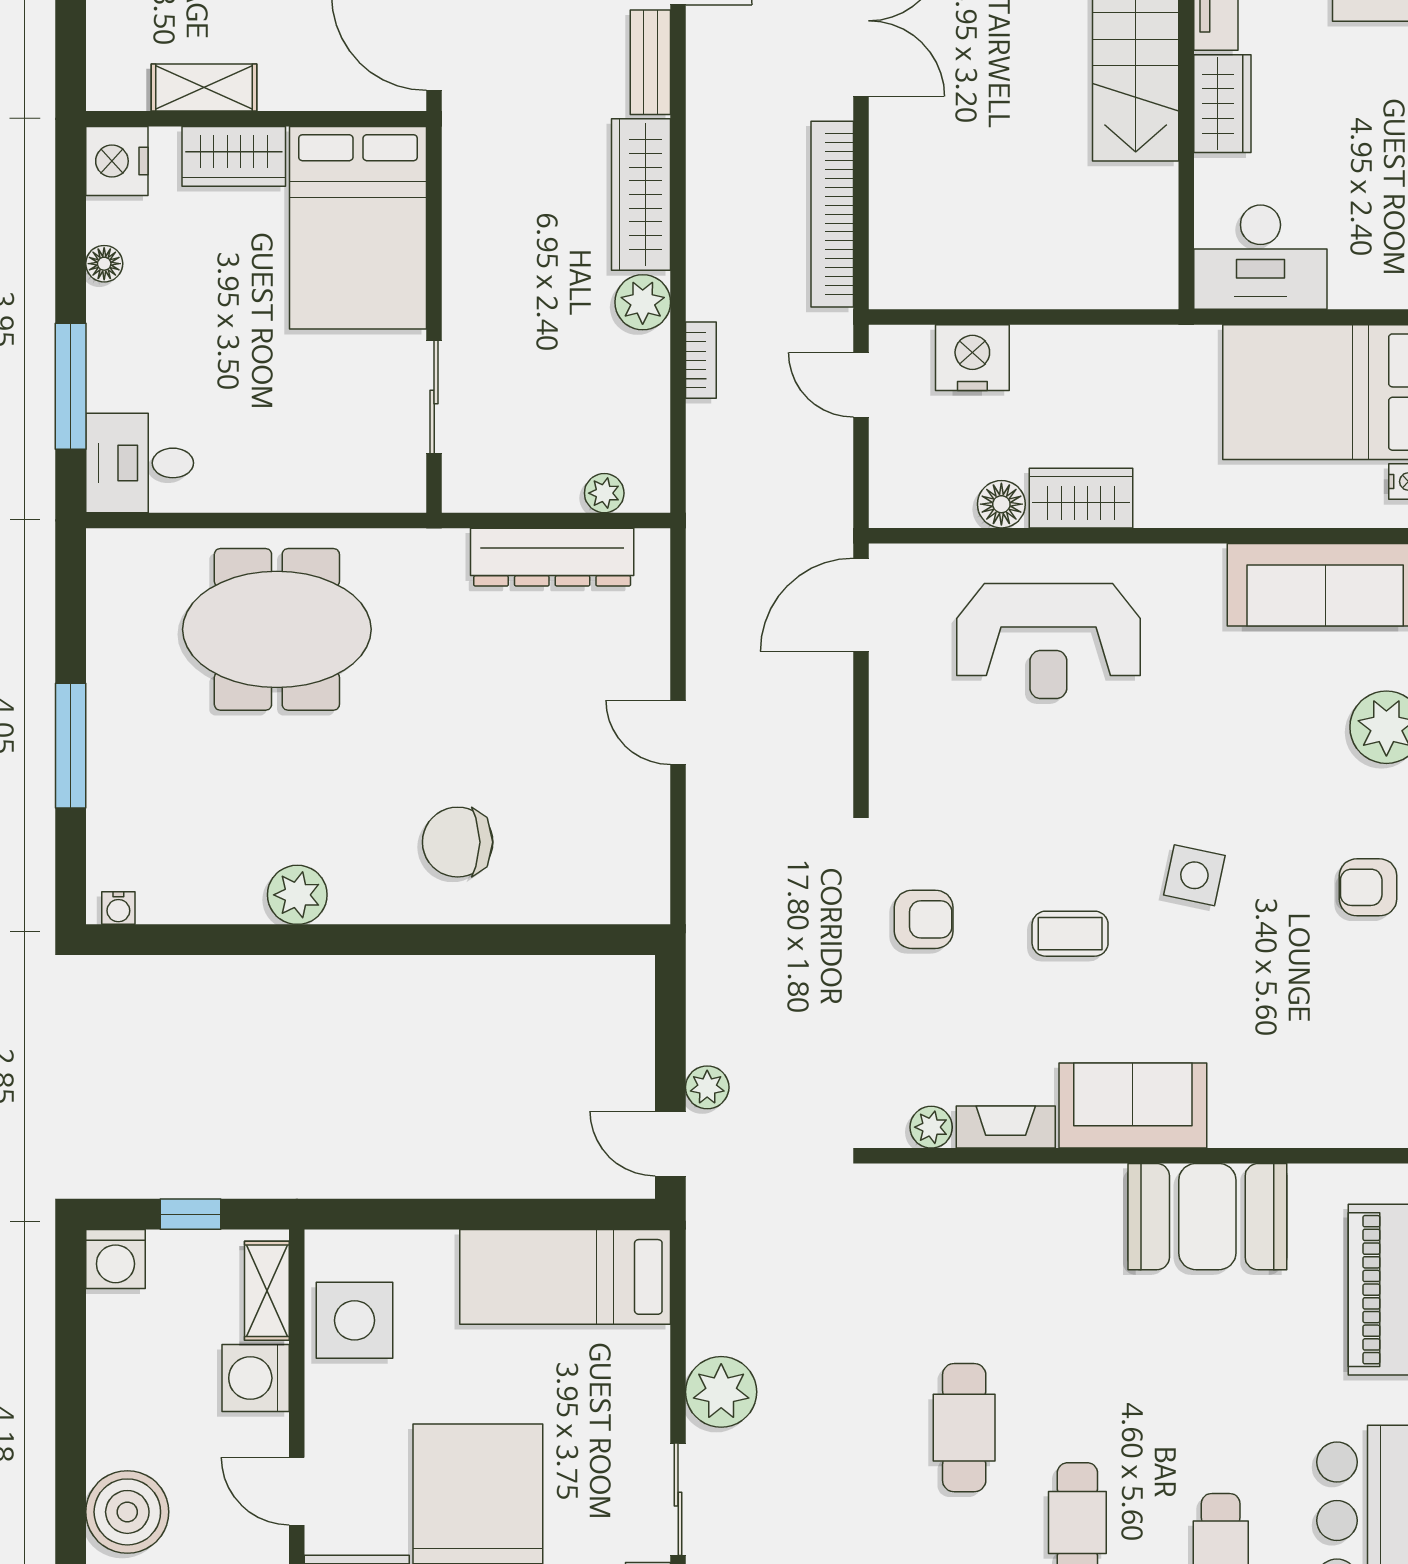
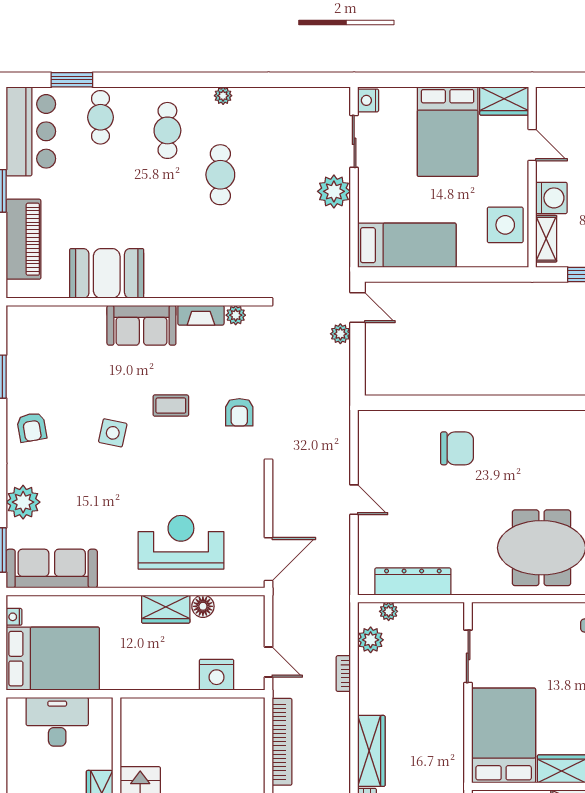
desk: (1260, 257) -> (57, 722), moved
plant: (643, 302) -> (371, 640), moved
armchair: (1368, 887) -> (32, 427), turned 80
plant: (297, 895) -> (532, 424), removed
armchair: (924, 919) -> (239, 412), turned -90

